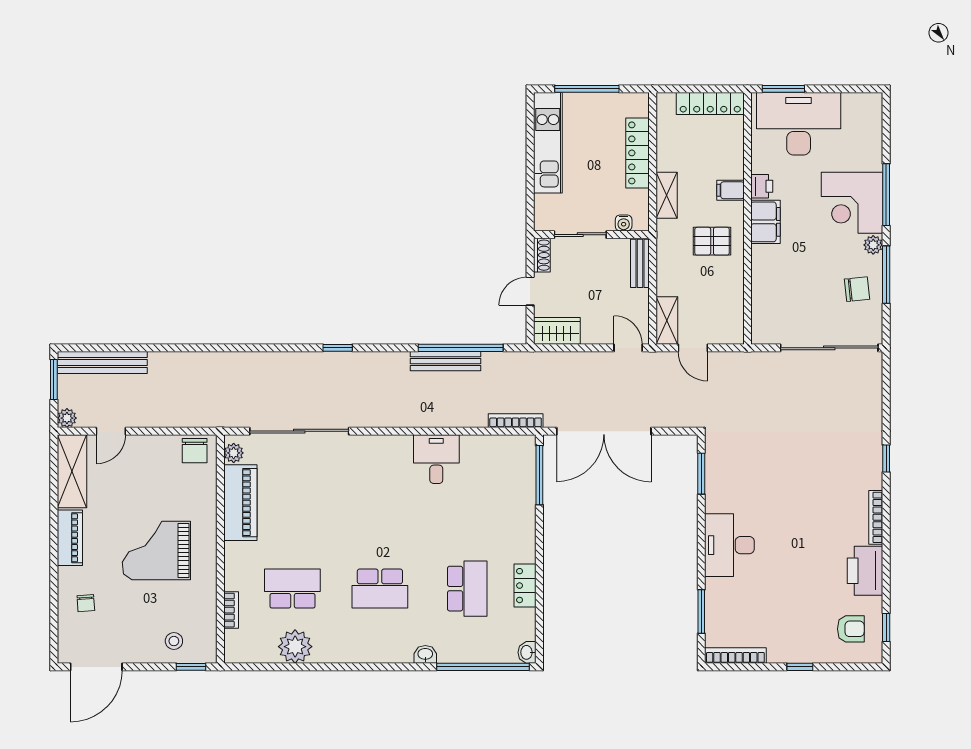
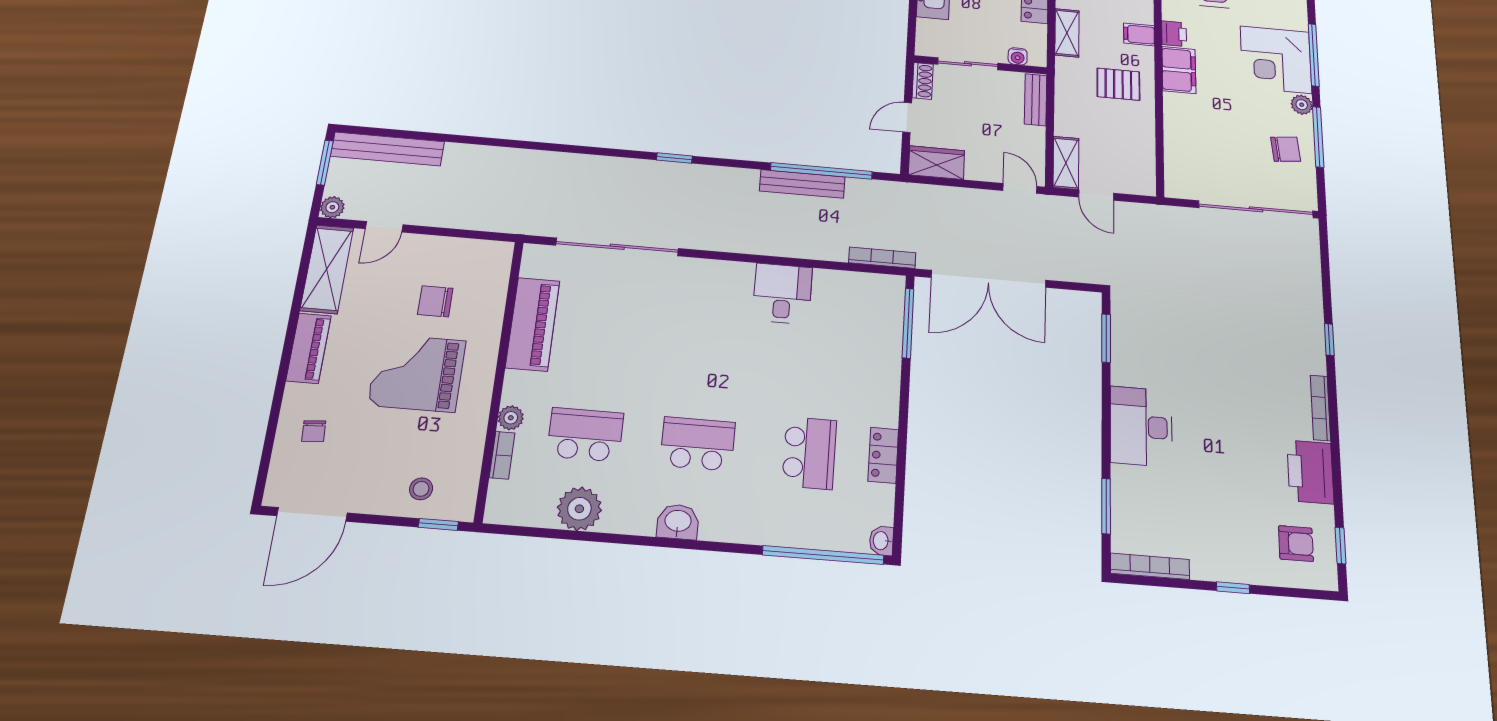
chair: (195, 451) -> (435, 301), moved, turned 90
plant: (234, 453) -> (511, 418), moved
school desk: (380, 589) -> (698, 444), turned 180
washbasin: (425, 654) -> (678, 522), moved, width x1.38, depth x1.45

